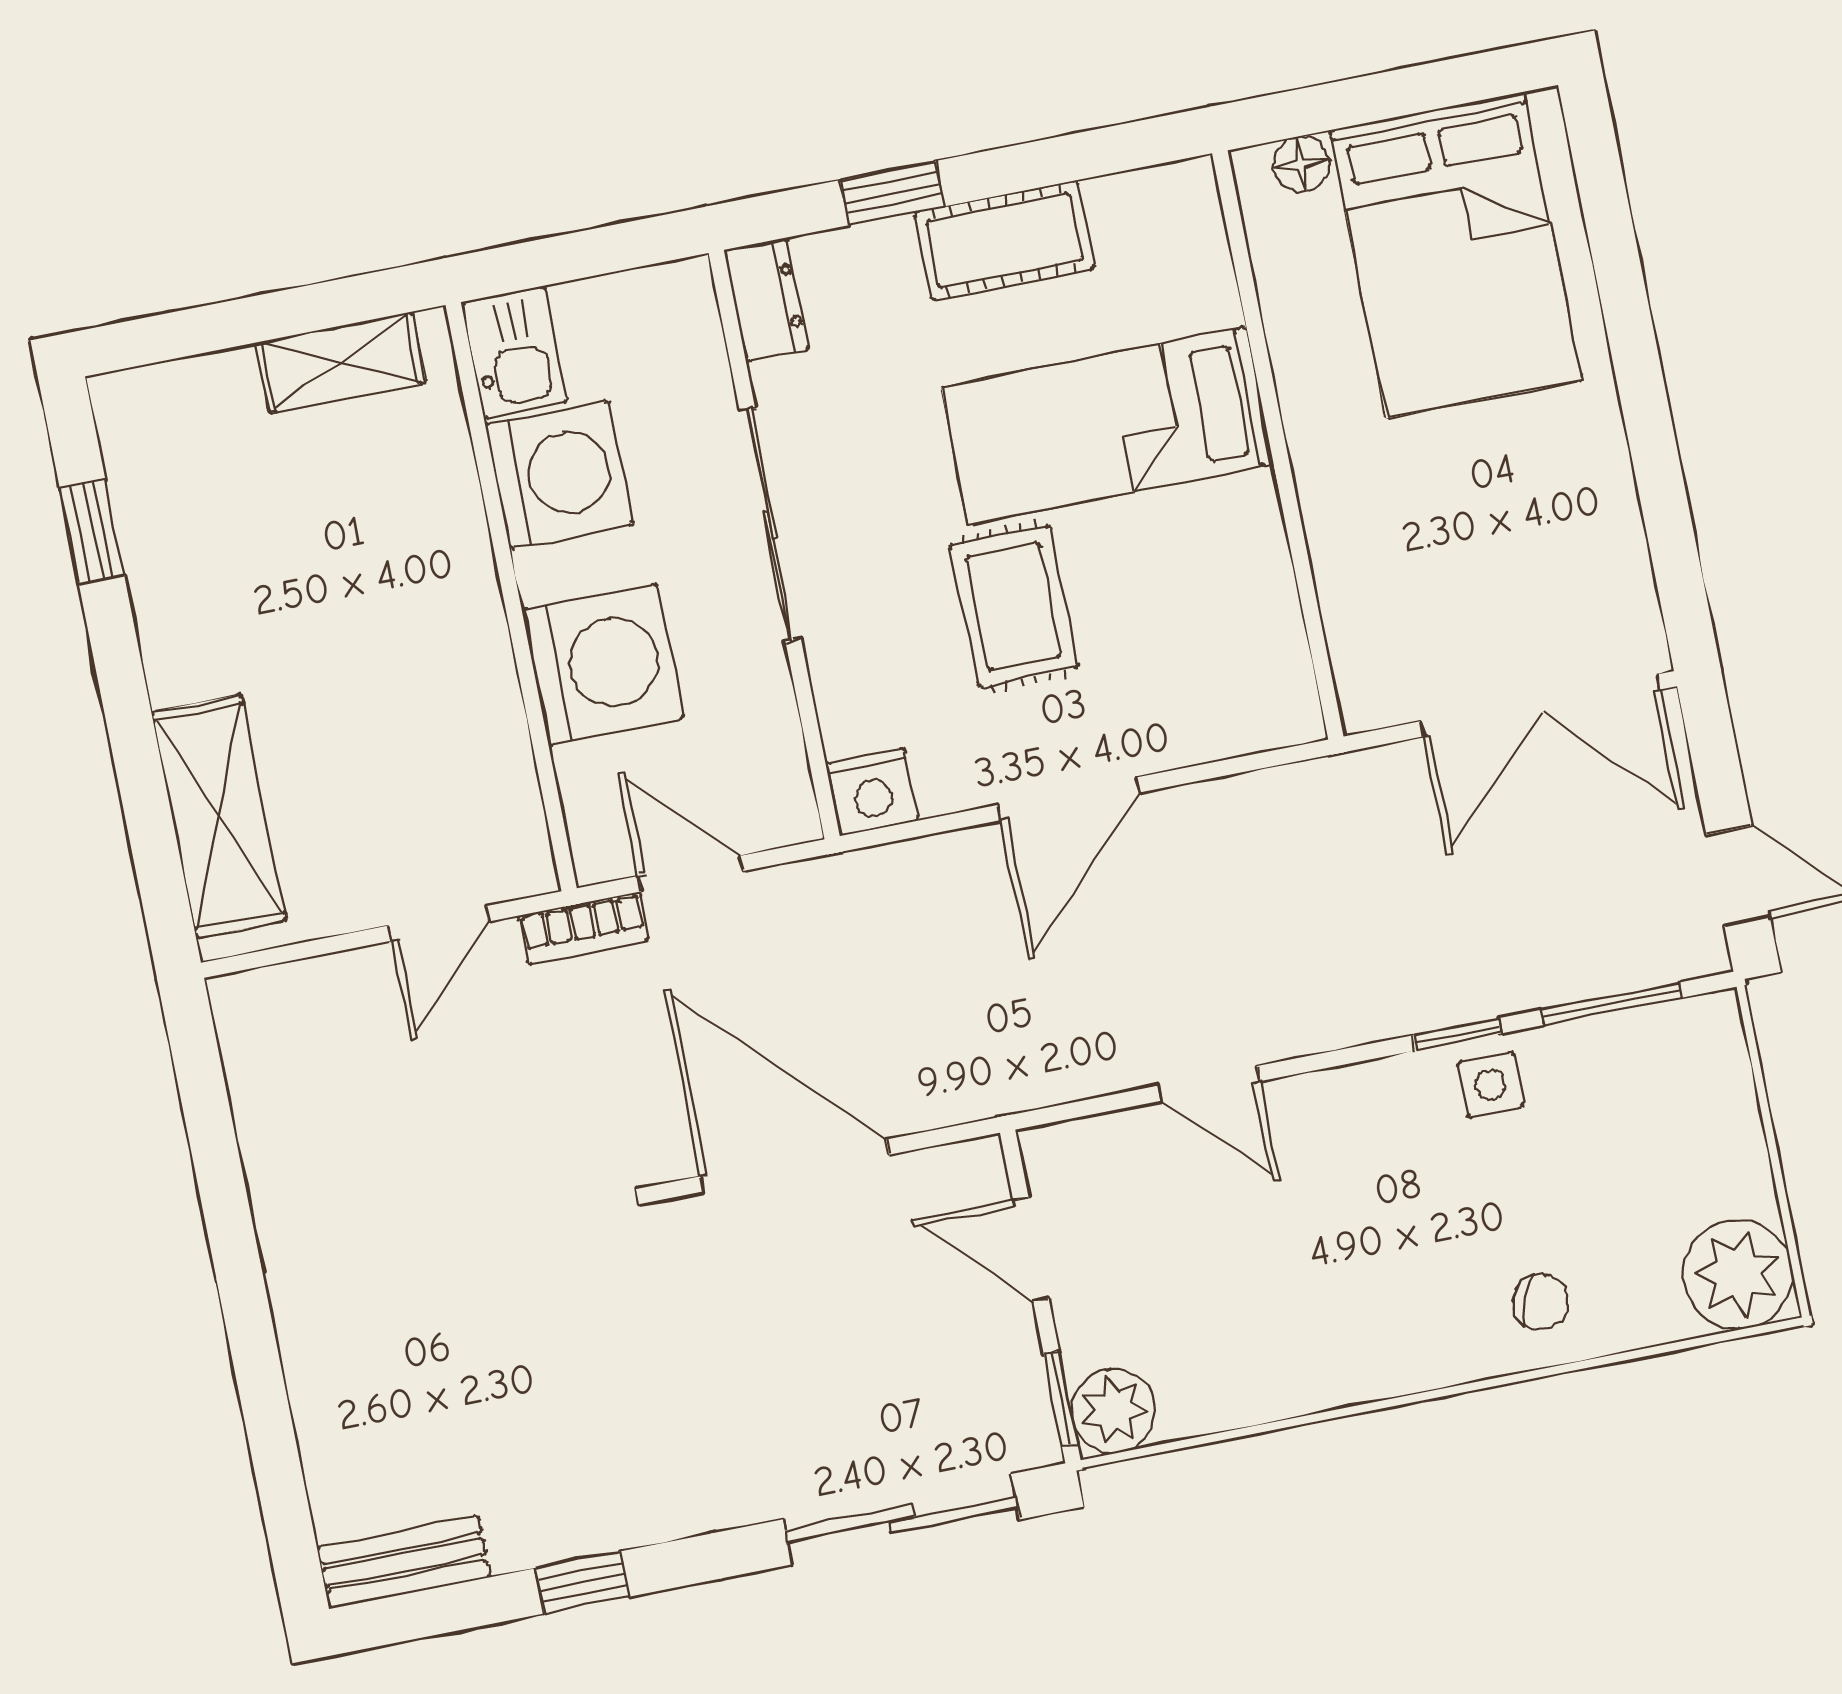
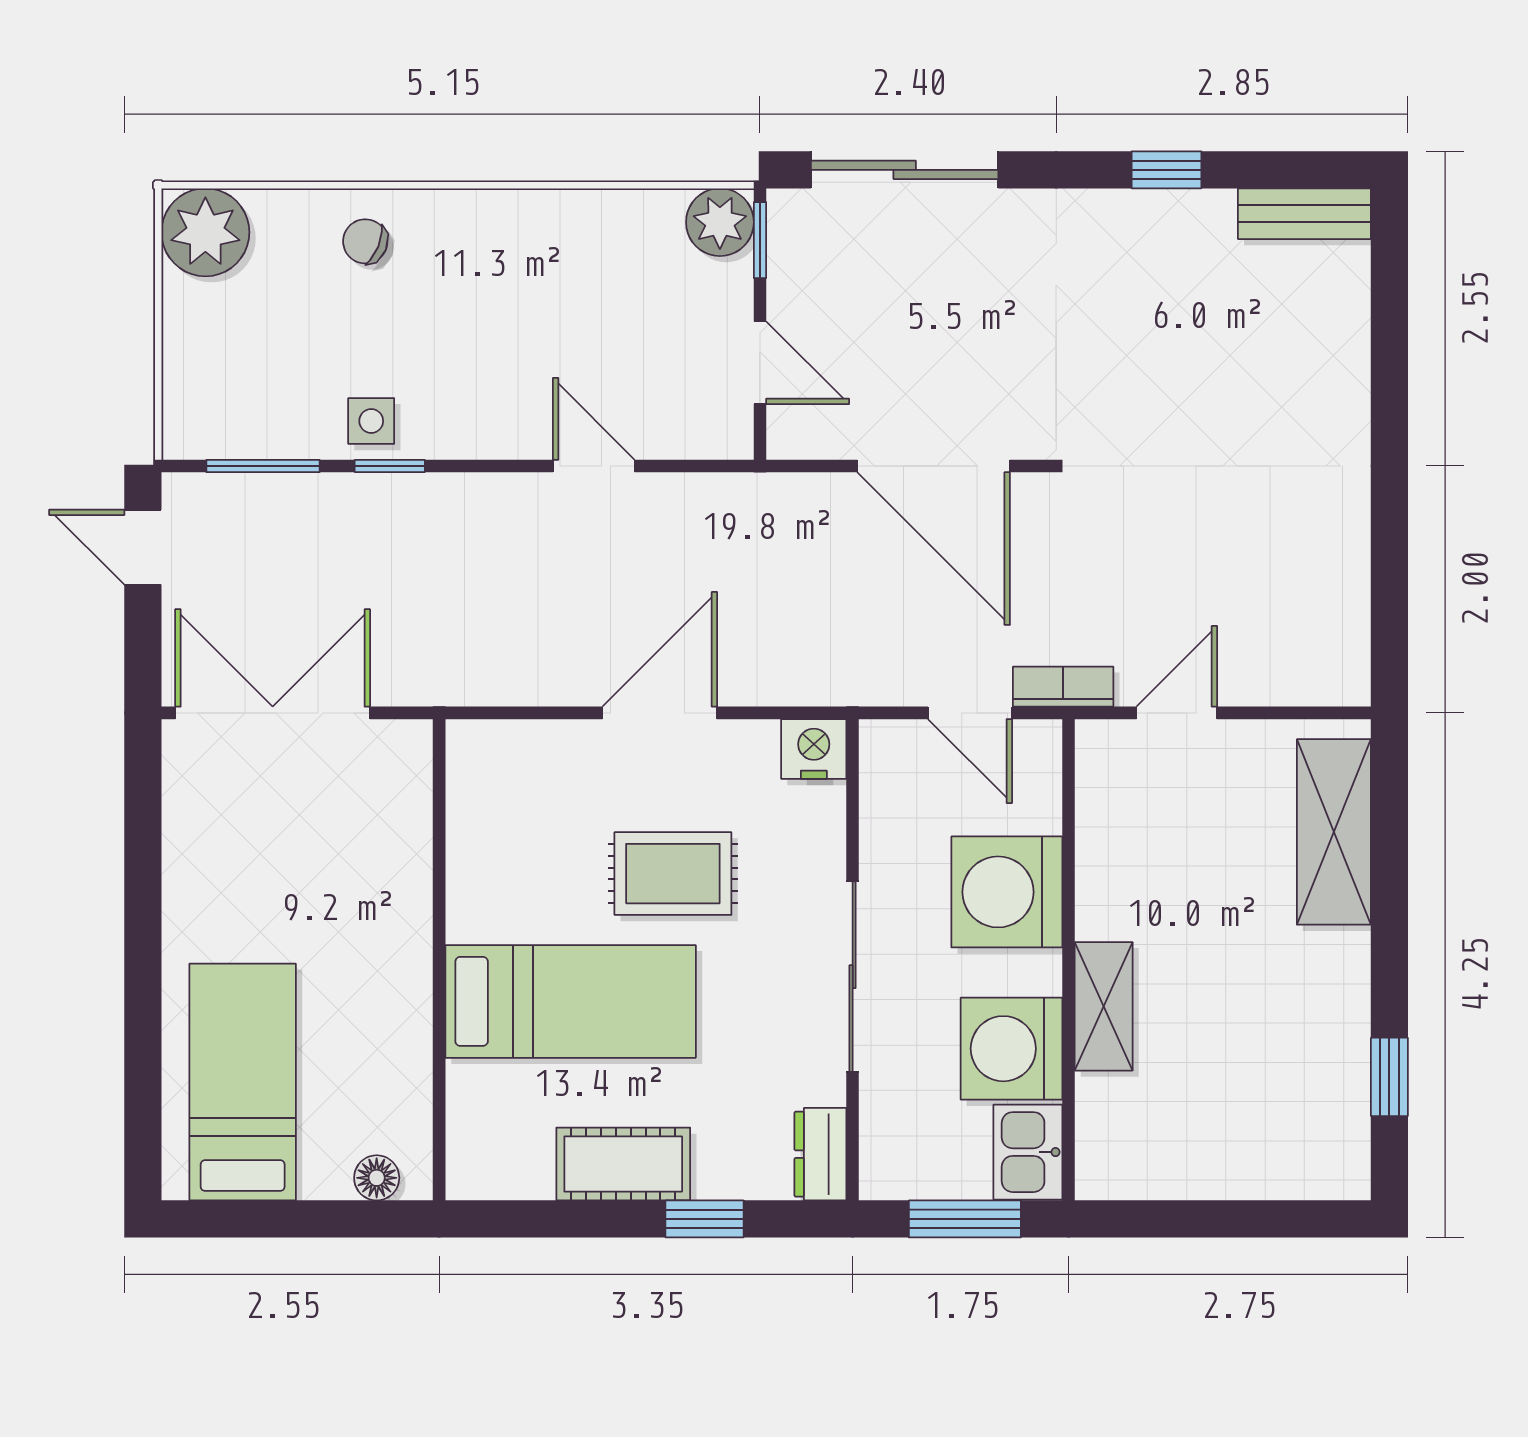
bed: (1455, 255) -> (243, 1082), width x0.67
window: (575, 256) -> (965, 1219), added
shelving: (341, 362) -> (1104, 1006), moved, turned 90
rug: (1014, 606) -> (673, 874), turned 90

